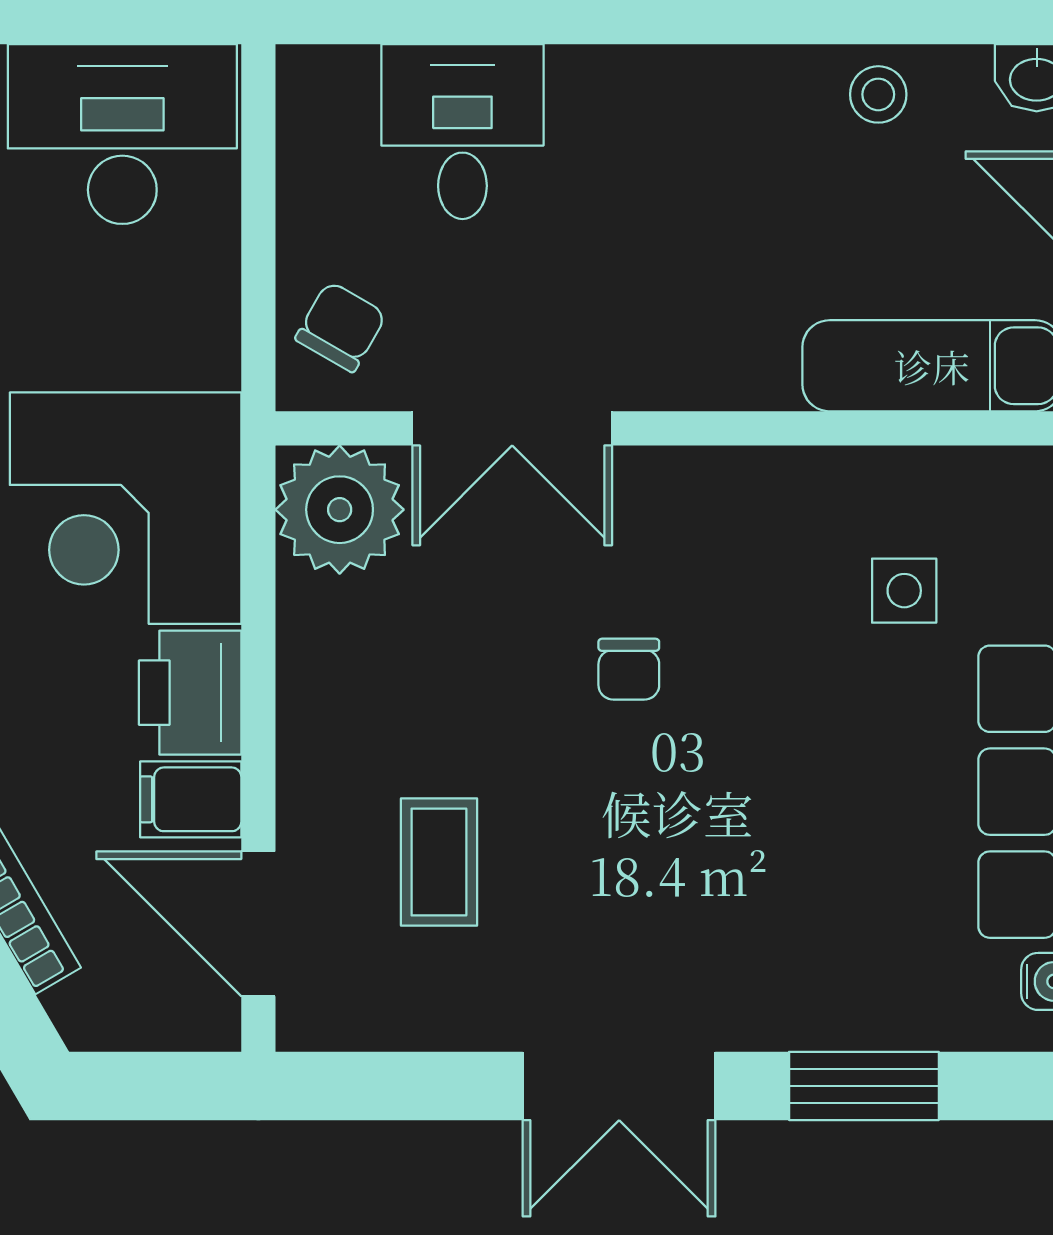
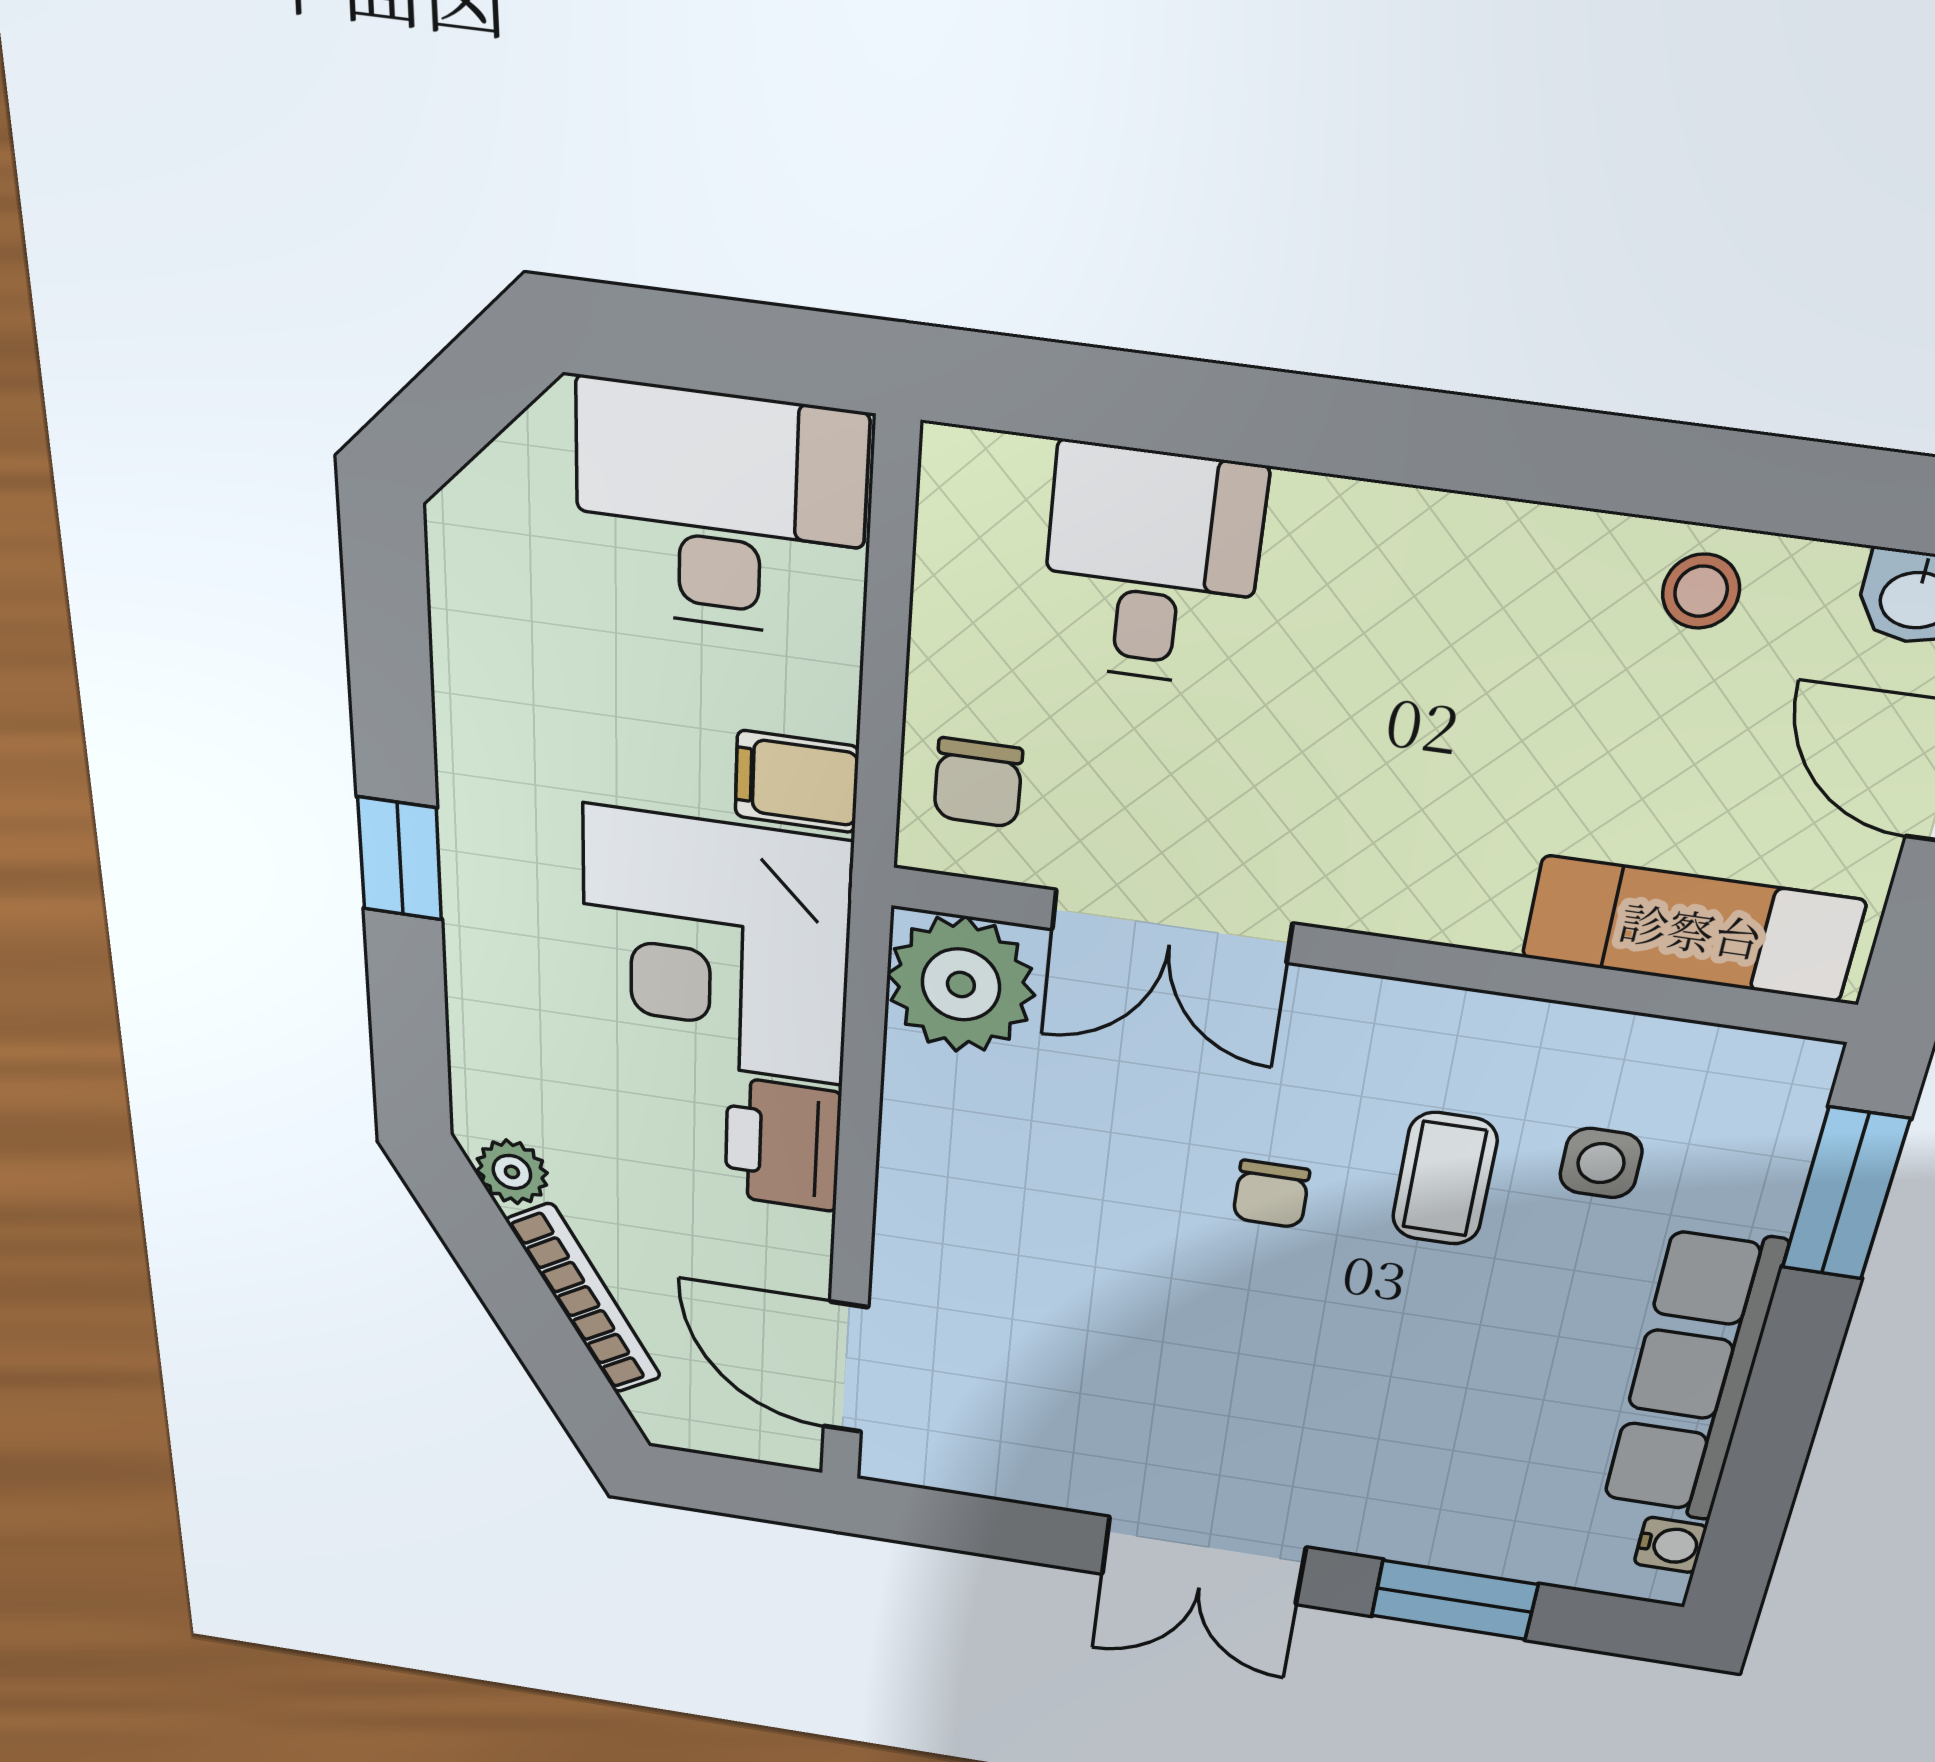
chair: (341, 327) -> (978, 783), turned 150
filing cabinet: (191, 799) -> (797, 782), moved
coffee table: (439, 862) -> (1445, 1179), moved

